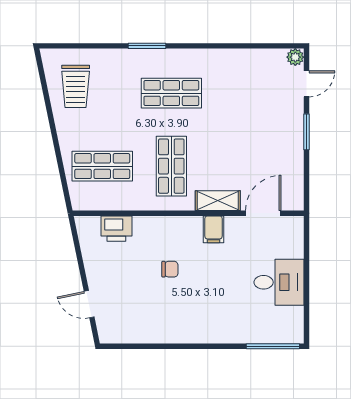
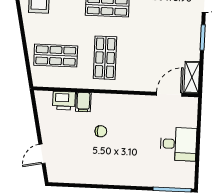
shelving: (218, 201) -> (192, 77), moved, turned 90
filing cabinet: (214, 229) -> (83, 102), moved
door: (89, 304) -> (42, 154), hinge flipped

